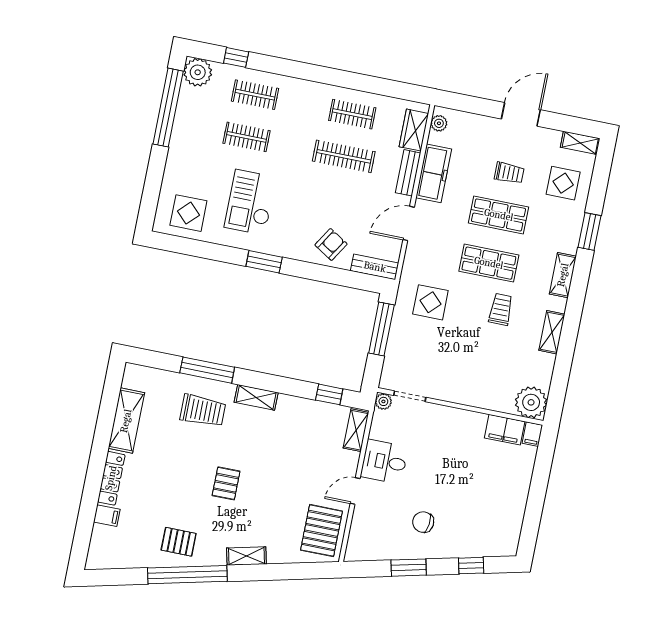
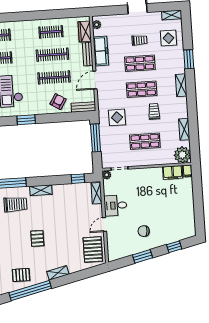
clothes rail: (335, 199) -> (54, 77), added
shelving: (552, 332) -> (184, 129), moved
shop shelf: (470, 359) -> (145, 141), added

